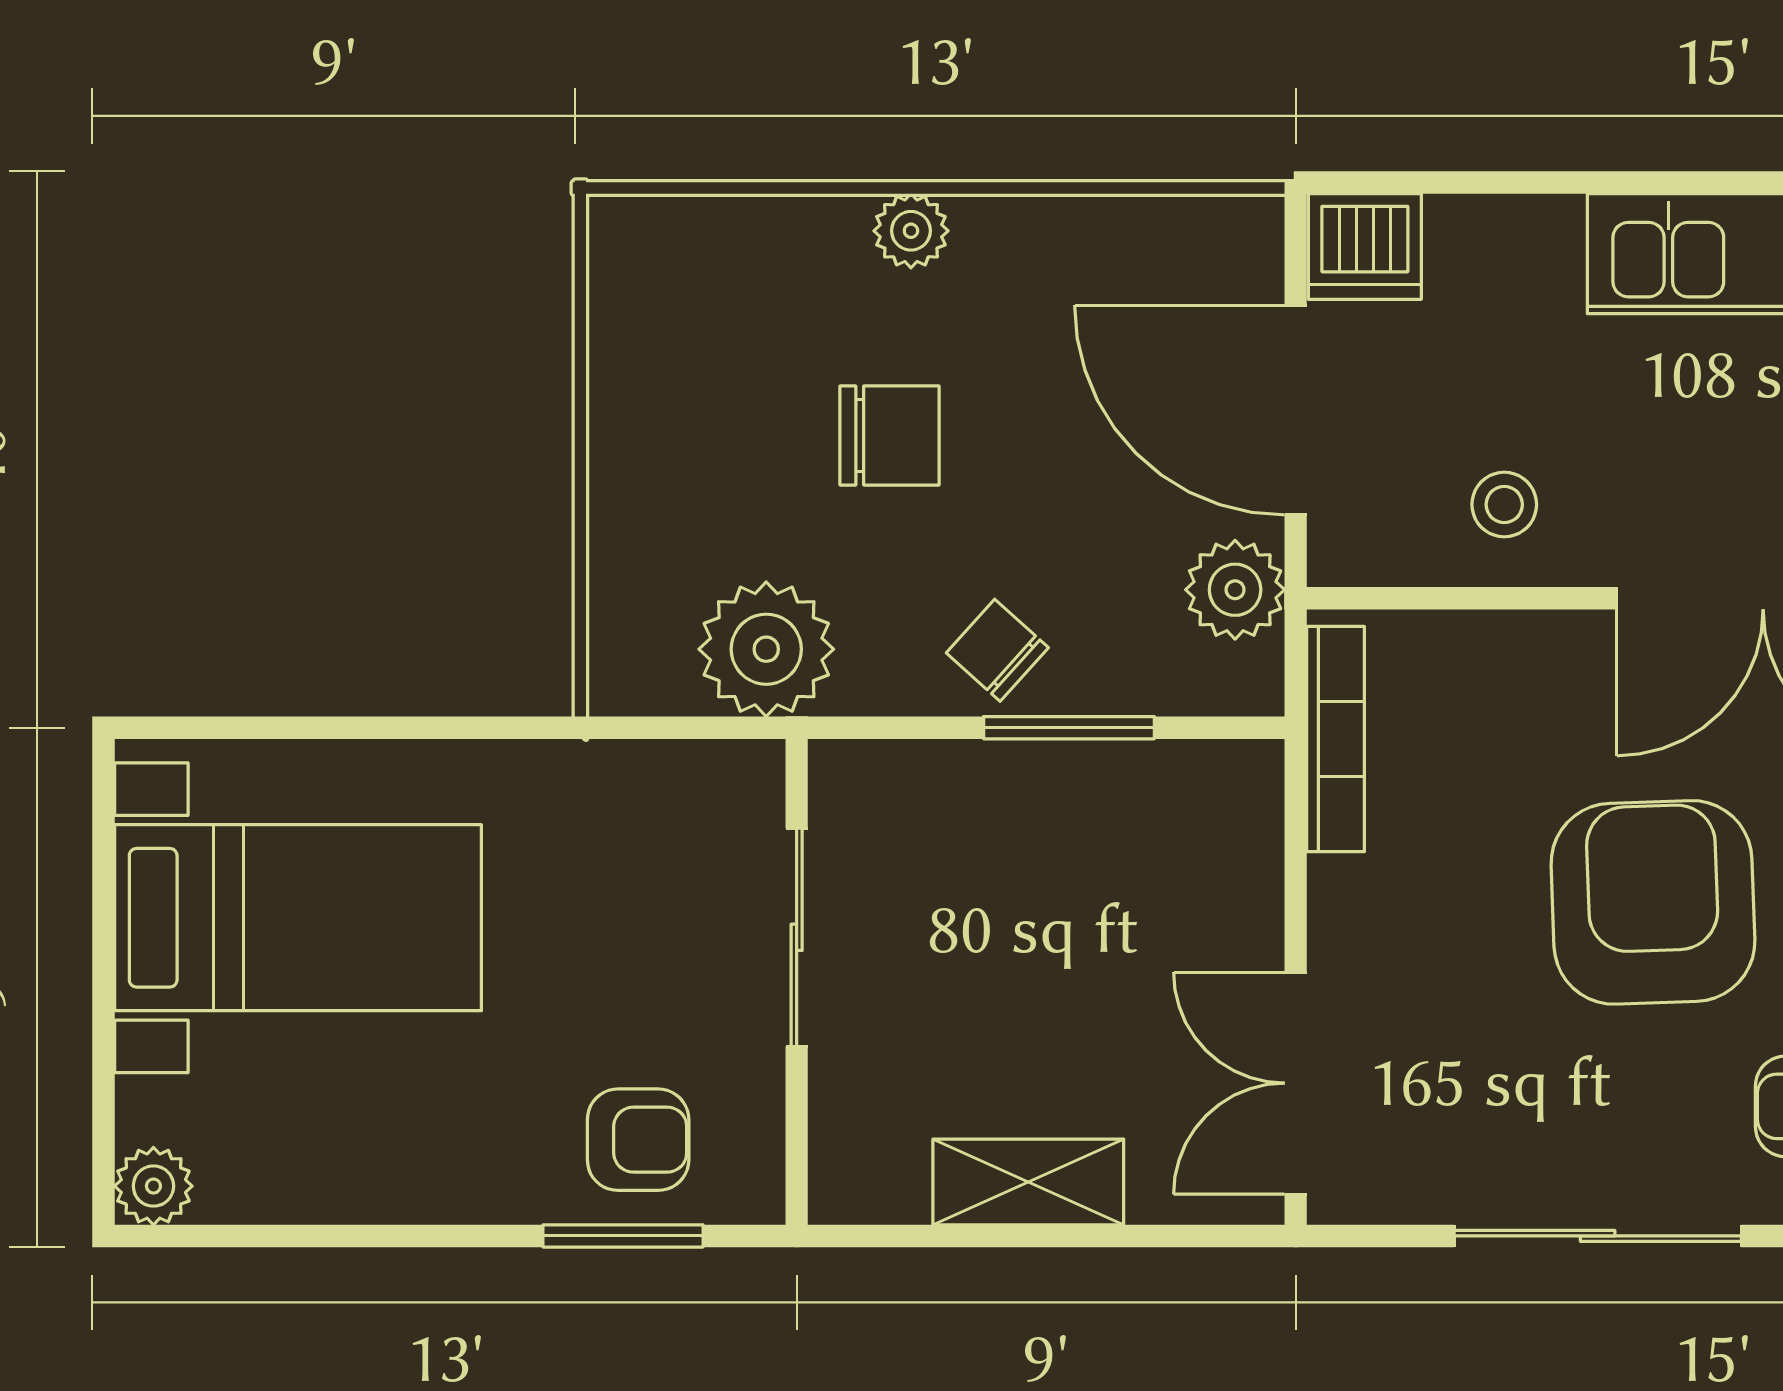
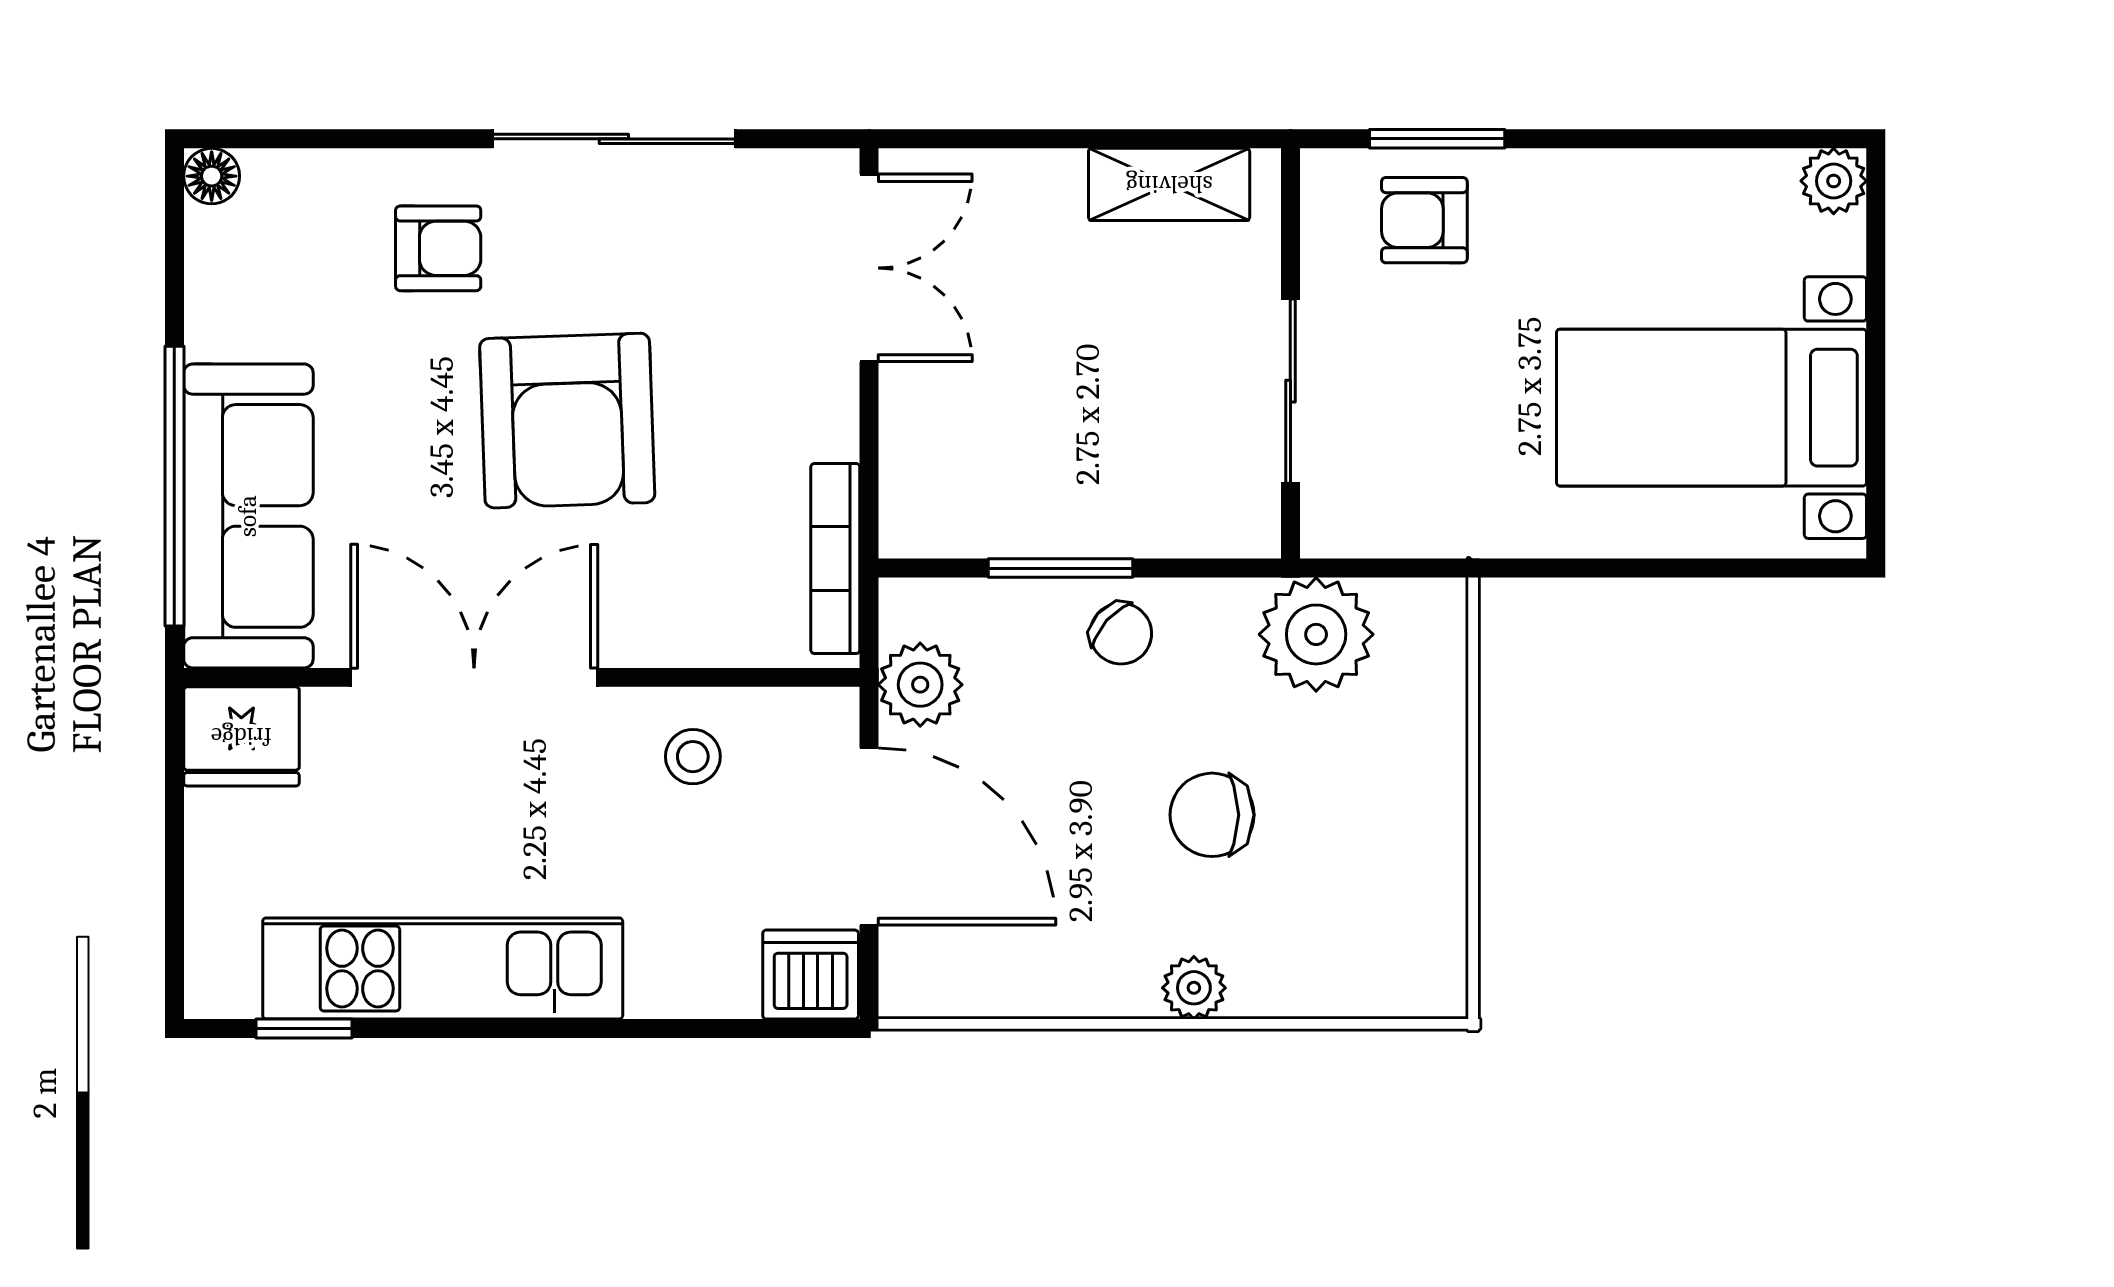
shelving: (1028, 1182) -> (1169, 184), moved

